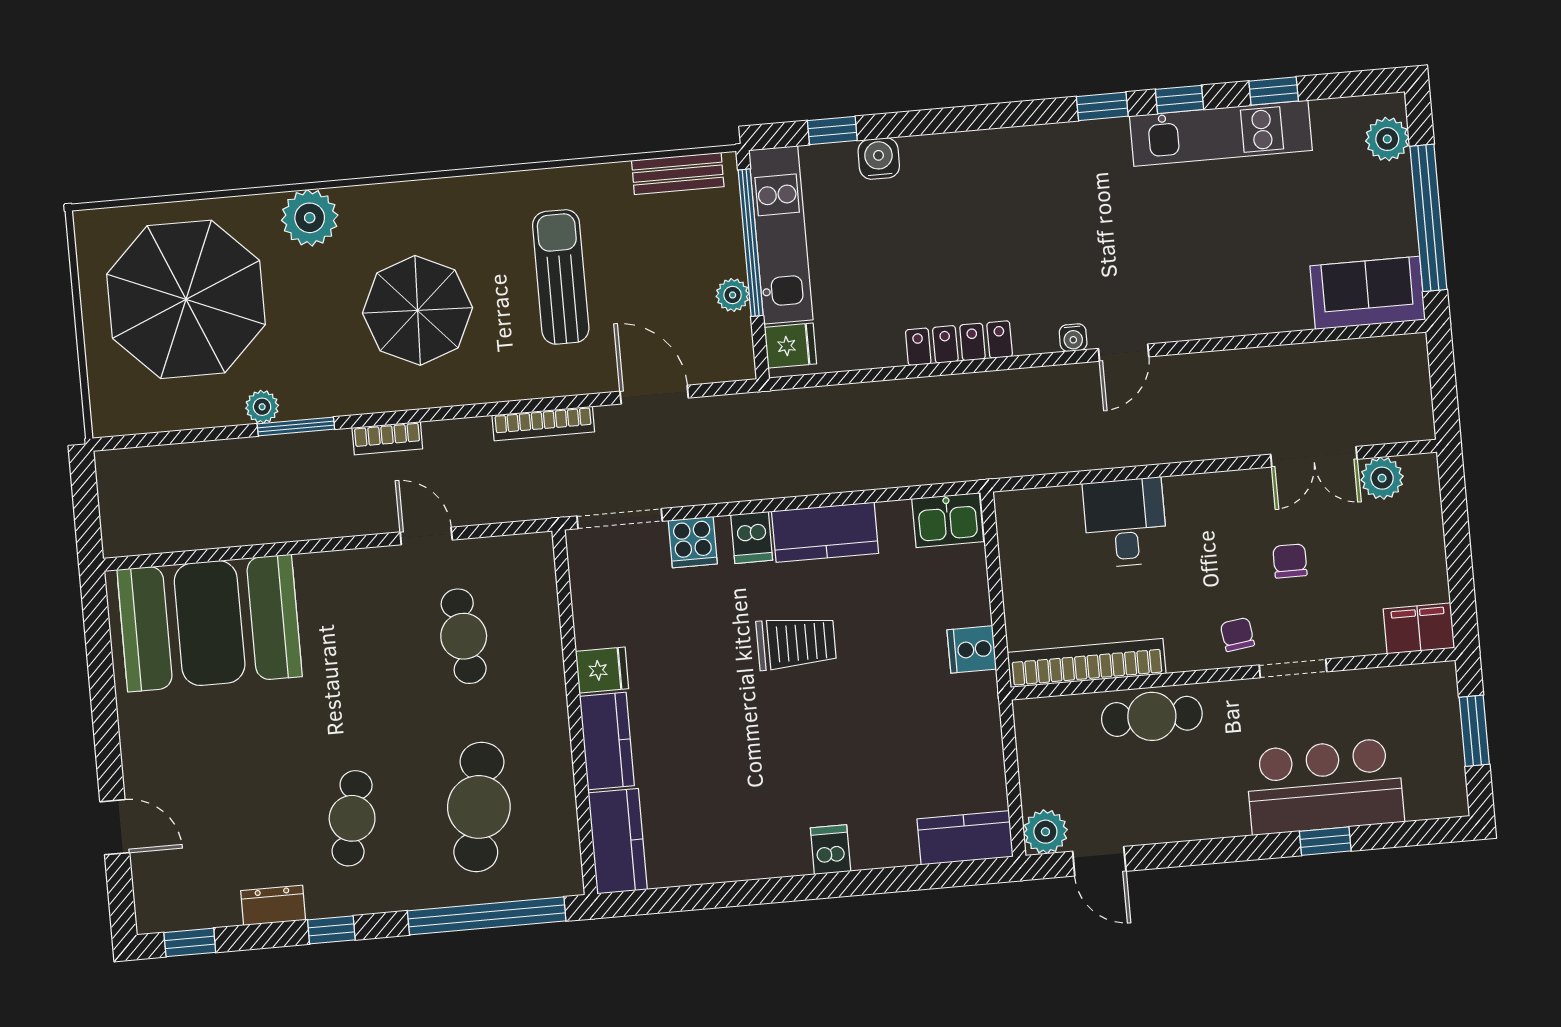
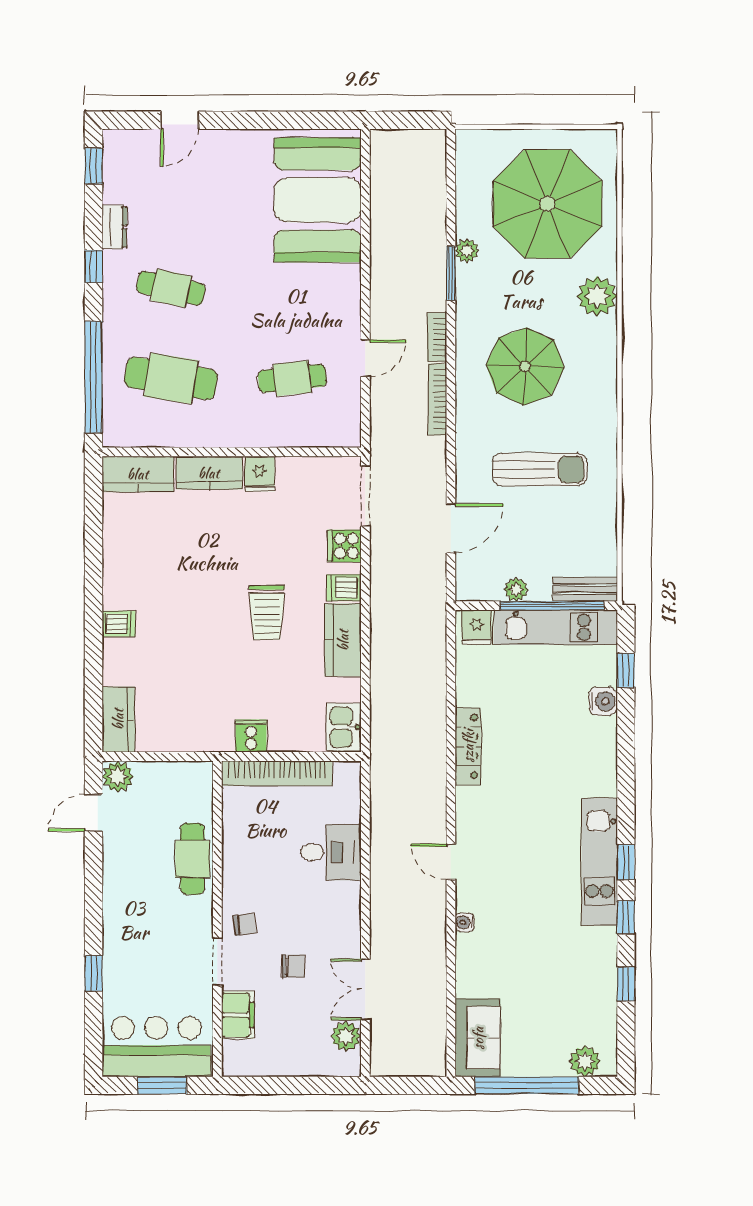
kitchen unit: (1221, 133) -> (599, 862), moved
bench: (678, 174) -> (585, 589), moved, turned 90
water cooler: (1073, 338) -> (465, 922), moved
bookcase: (543, 423) -> (437, 399), moved
filing cabinet: (1419, 628) -> (238, 1015), moved
bookcase: (1087, 663) -> (277, 773), moved, turned 90
bar counter: (1325, 786) -> (156, 1047), moved, turned -90

